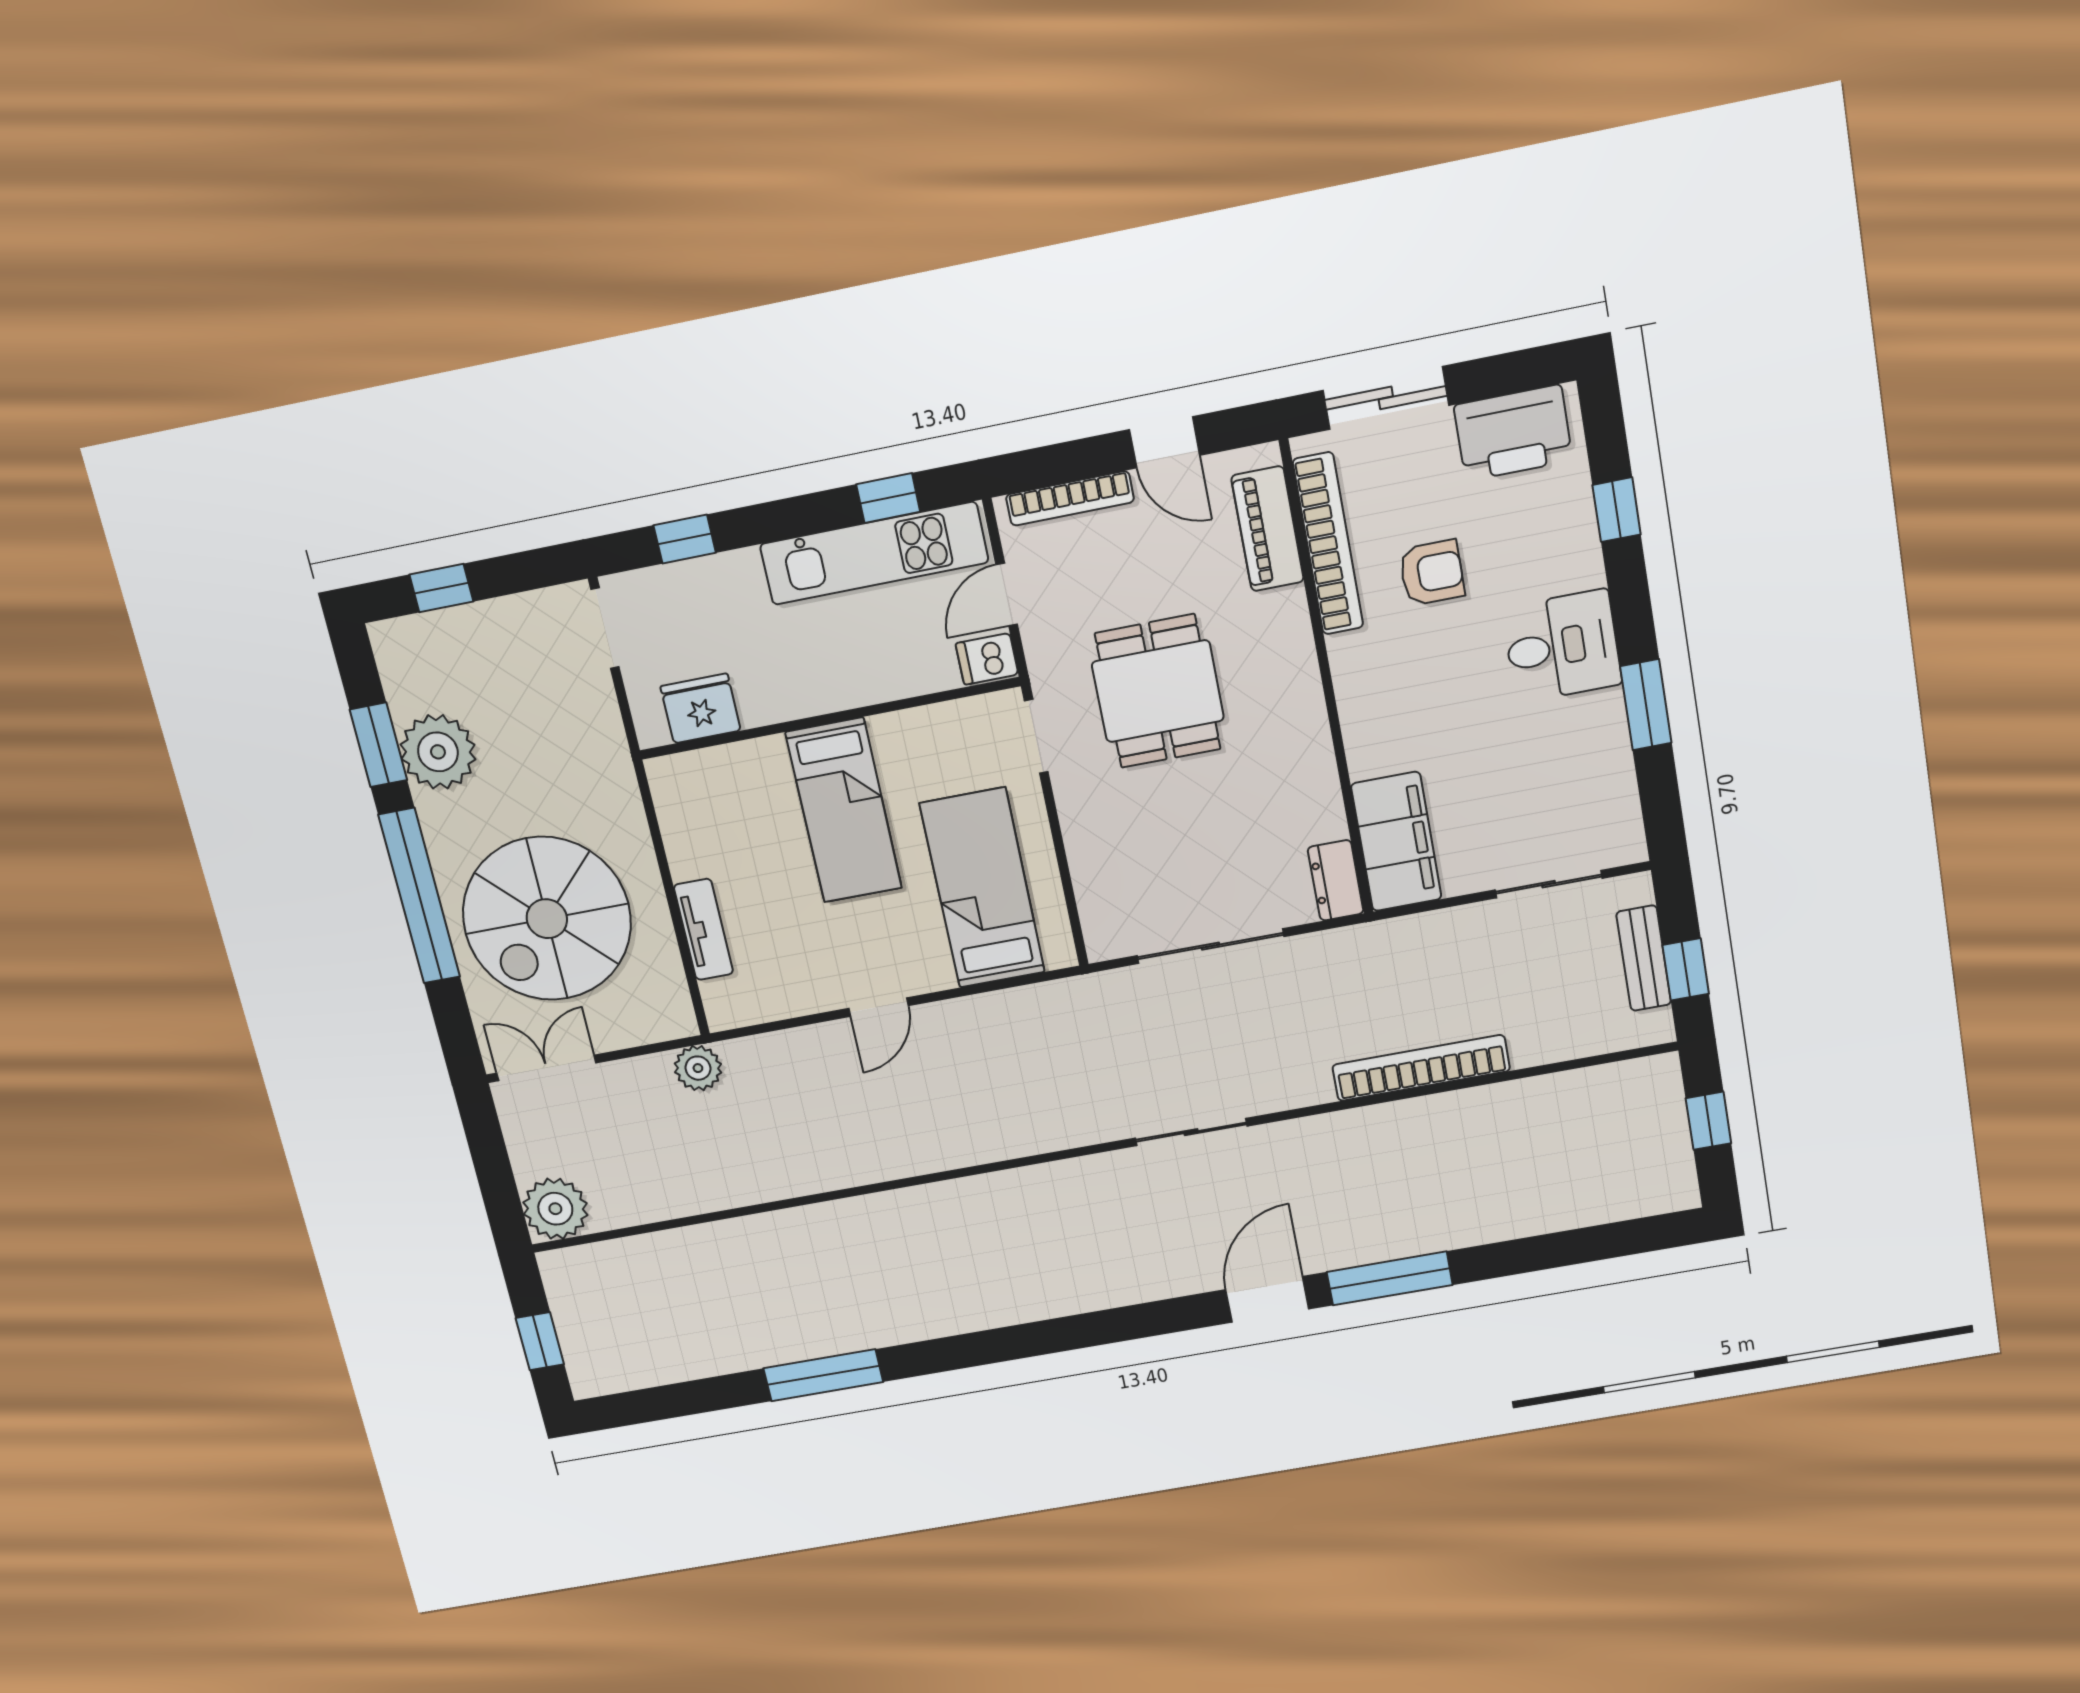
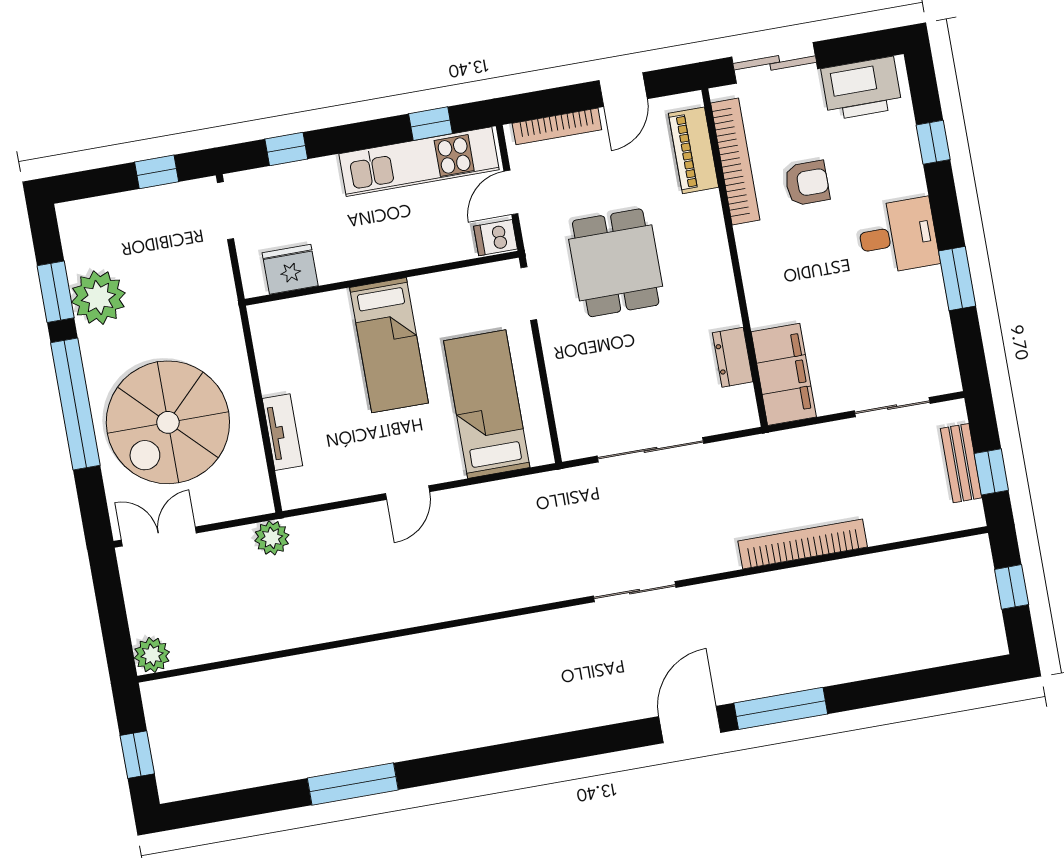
door: (1164, 442) -> (623, 90), hinge flipped
window: (441, 588) -> (157, 172), moved
dresser: (1336, 880) -> (733, 357), moved
plant: (555, 1209) -> (152, 655), width x0.73, depth x0.73

